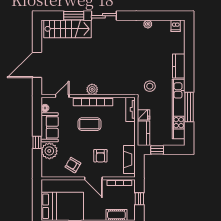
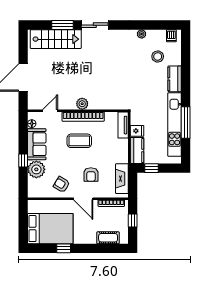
stool: (150, 86) -> (158, 56), moved

